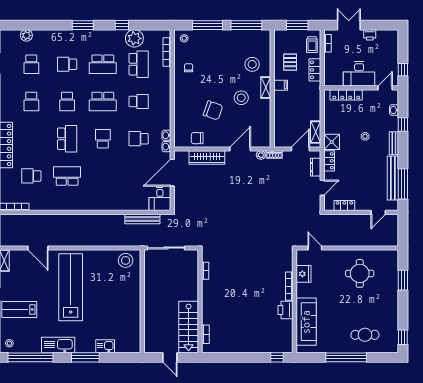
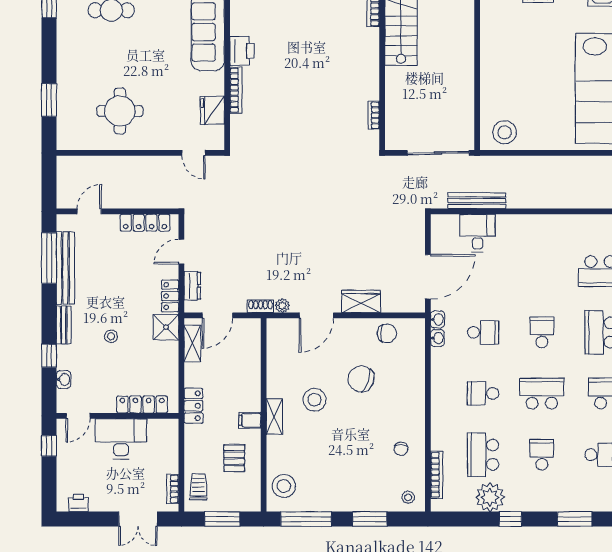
window: (208, 25) -> (370, 519), width x0.69
printer: (370, 35) -> (79, 503), moved
school desk: (103, 64) -> (542, 455), width x0.54
stool: (252, 64) -> (284, 486), moved
locker: (315, 70) -> (193, 406), moved
school desk: (103, 139) -> (542, 332), turned 180
wardrobe: (207, 158) -> (361, 301), width x0.67
desk: (160, 199) -> (478, 233), moved
locker: (344, 206) -> (145, 223), width x1.53

